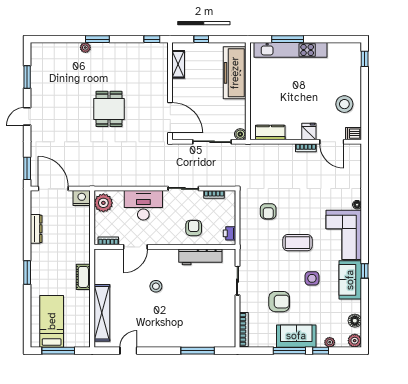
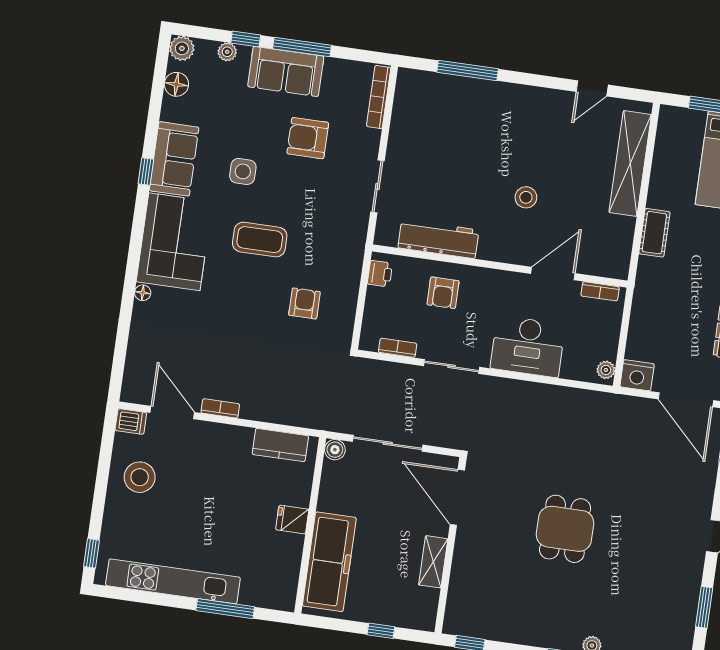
kitchen unit: (290, 50) -> (173, 581), moved
shelving: (178, 64) -> (433, 562), moved
fridge: (309, 132) -> (292, 520), moved, turned 90
plant: (103, 203) -> (606, 370), width x0.53, depth x0.53

